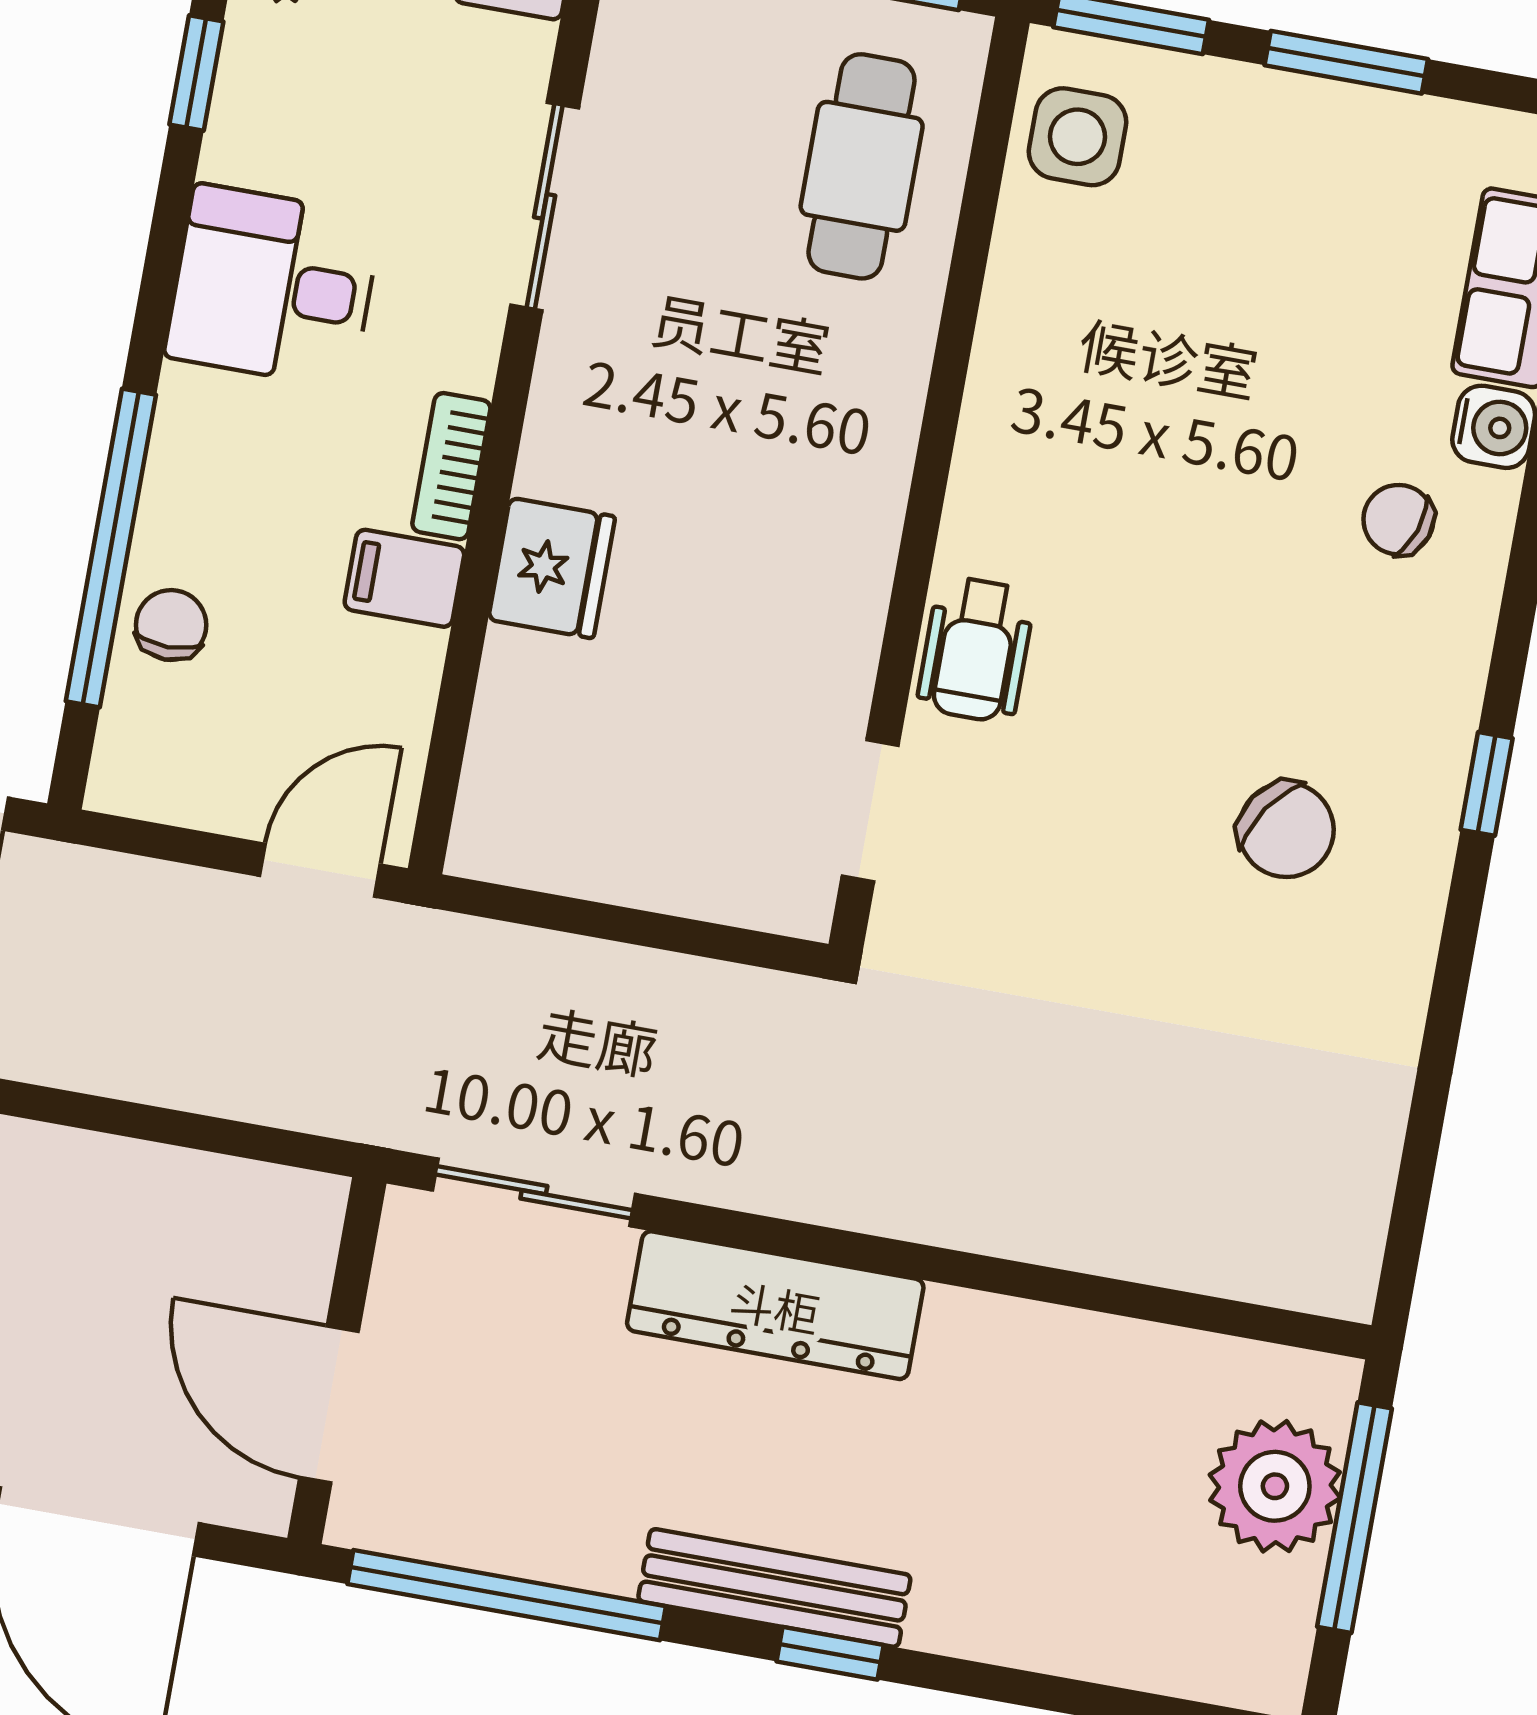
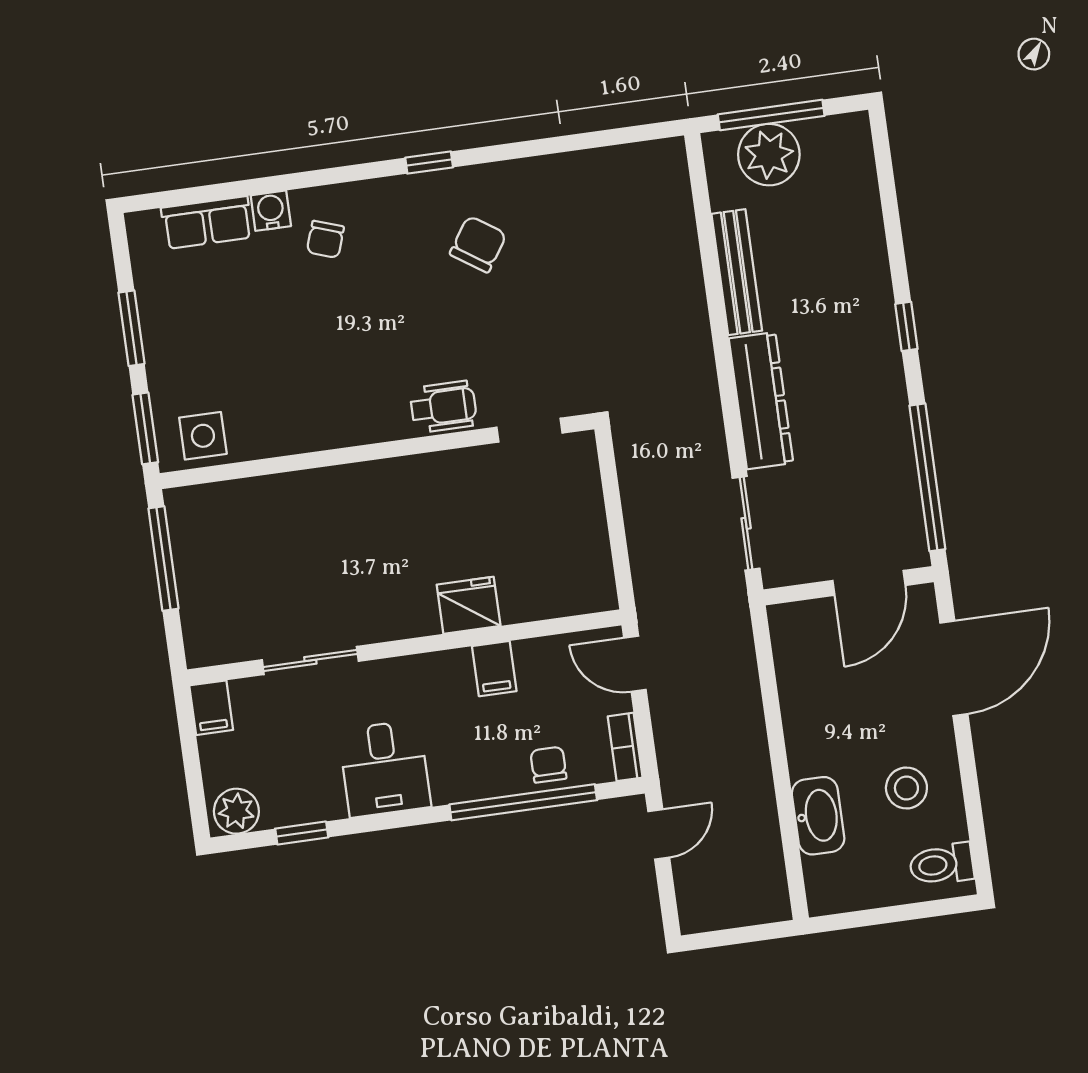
cafe table: (862, 166) -> (247, 527), removed
bookcase: (451, 466) -> (625, 747), moved, turned 90
chair: (171, 625) -> (548, 765), turned 90
bench: (774, 1588) -> (737, 272), moved

